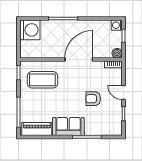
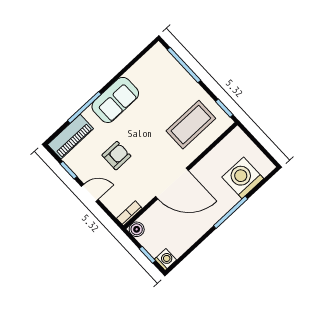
washing machine: (30, 30) -> (243, 178), moved, turned 90
door: (79, 60) -> (172, 183), hinge flipped
piano: (37, 129) -> (71, 137), moved

